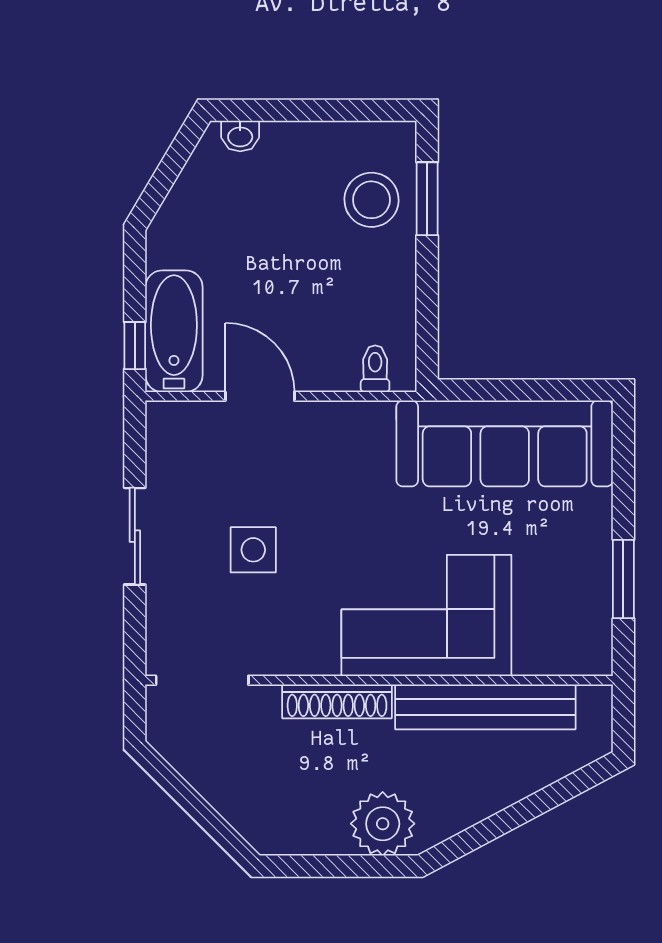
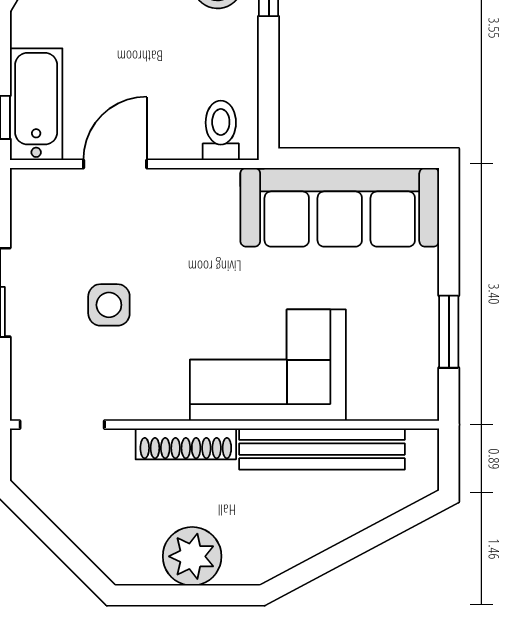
toilet: (375, 369) -> (221, 130), width x1.37, depth x1.39
door: (260, 396) -> (115, 164), hinge flipped
plant: (383, 824) -> (192, 556), moved

